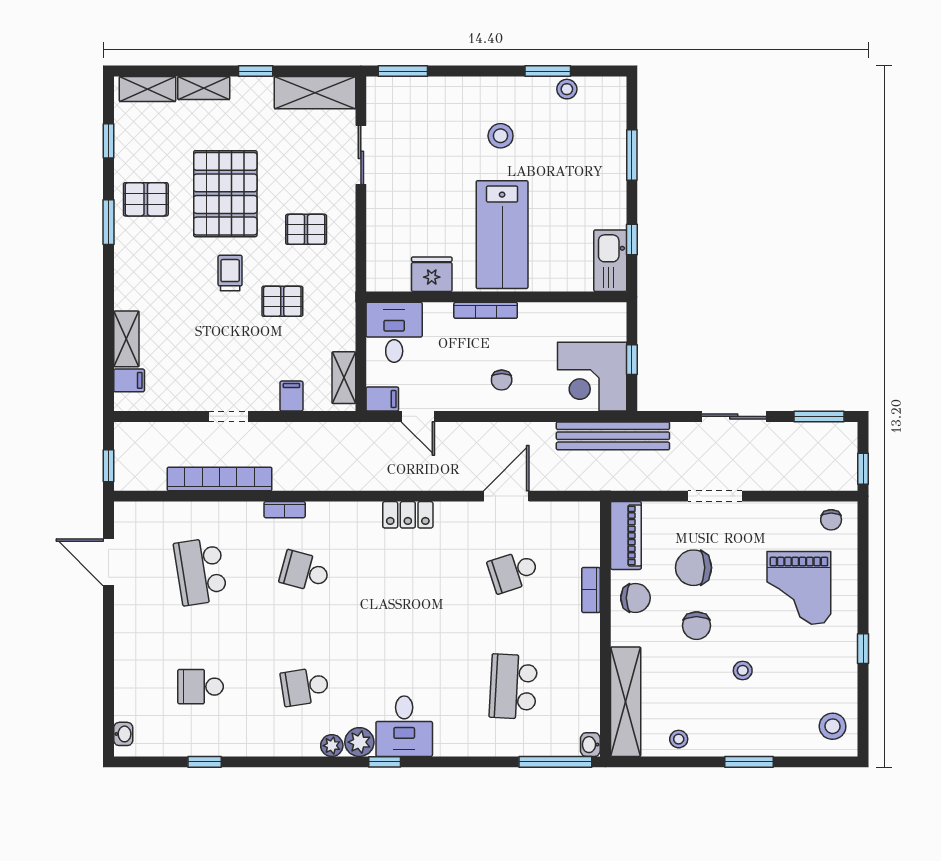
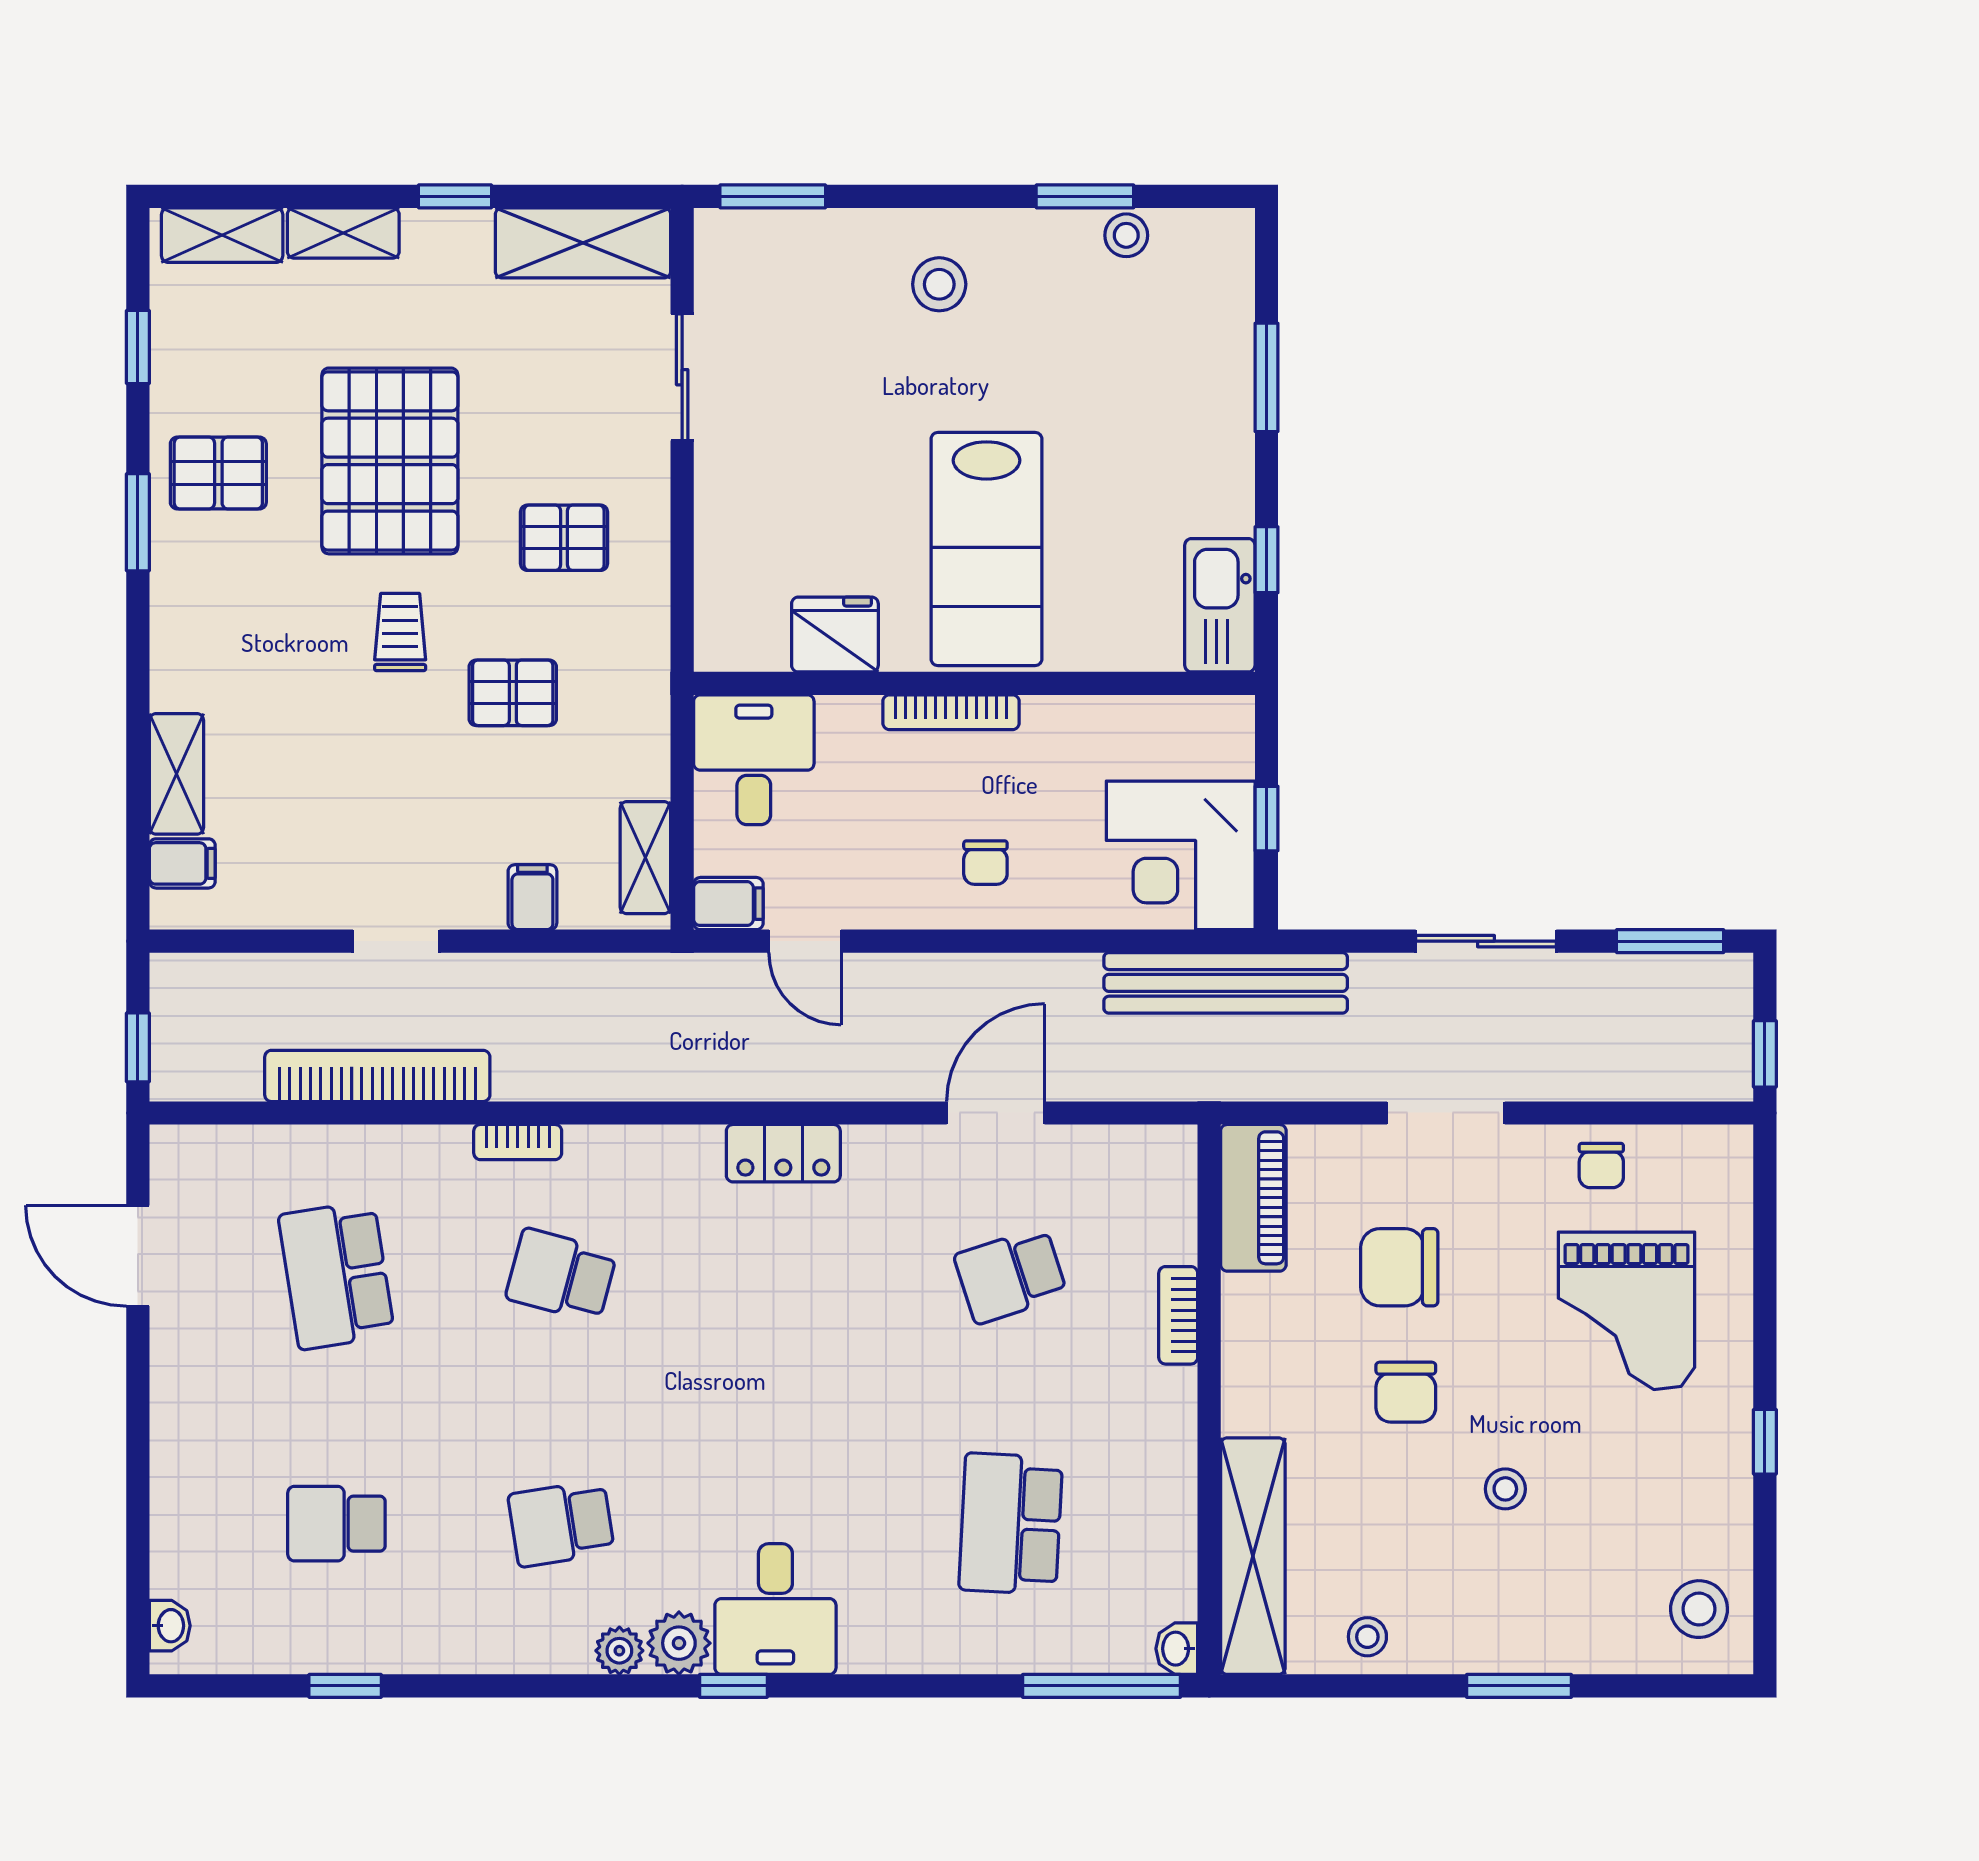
stool: (501, 136) -> (939, 284), moved
chair: (831, 520) -> (1601, 1166), moved
chair: (635, 598) -> (1274, 1332), removed

